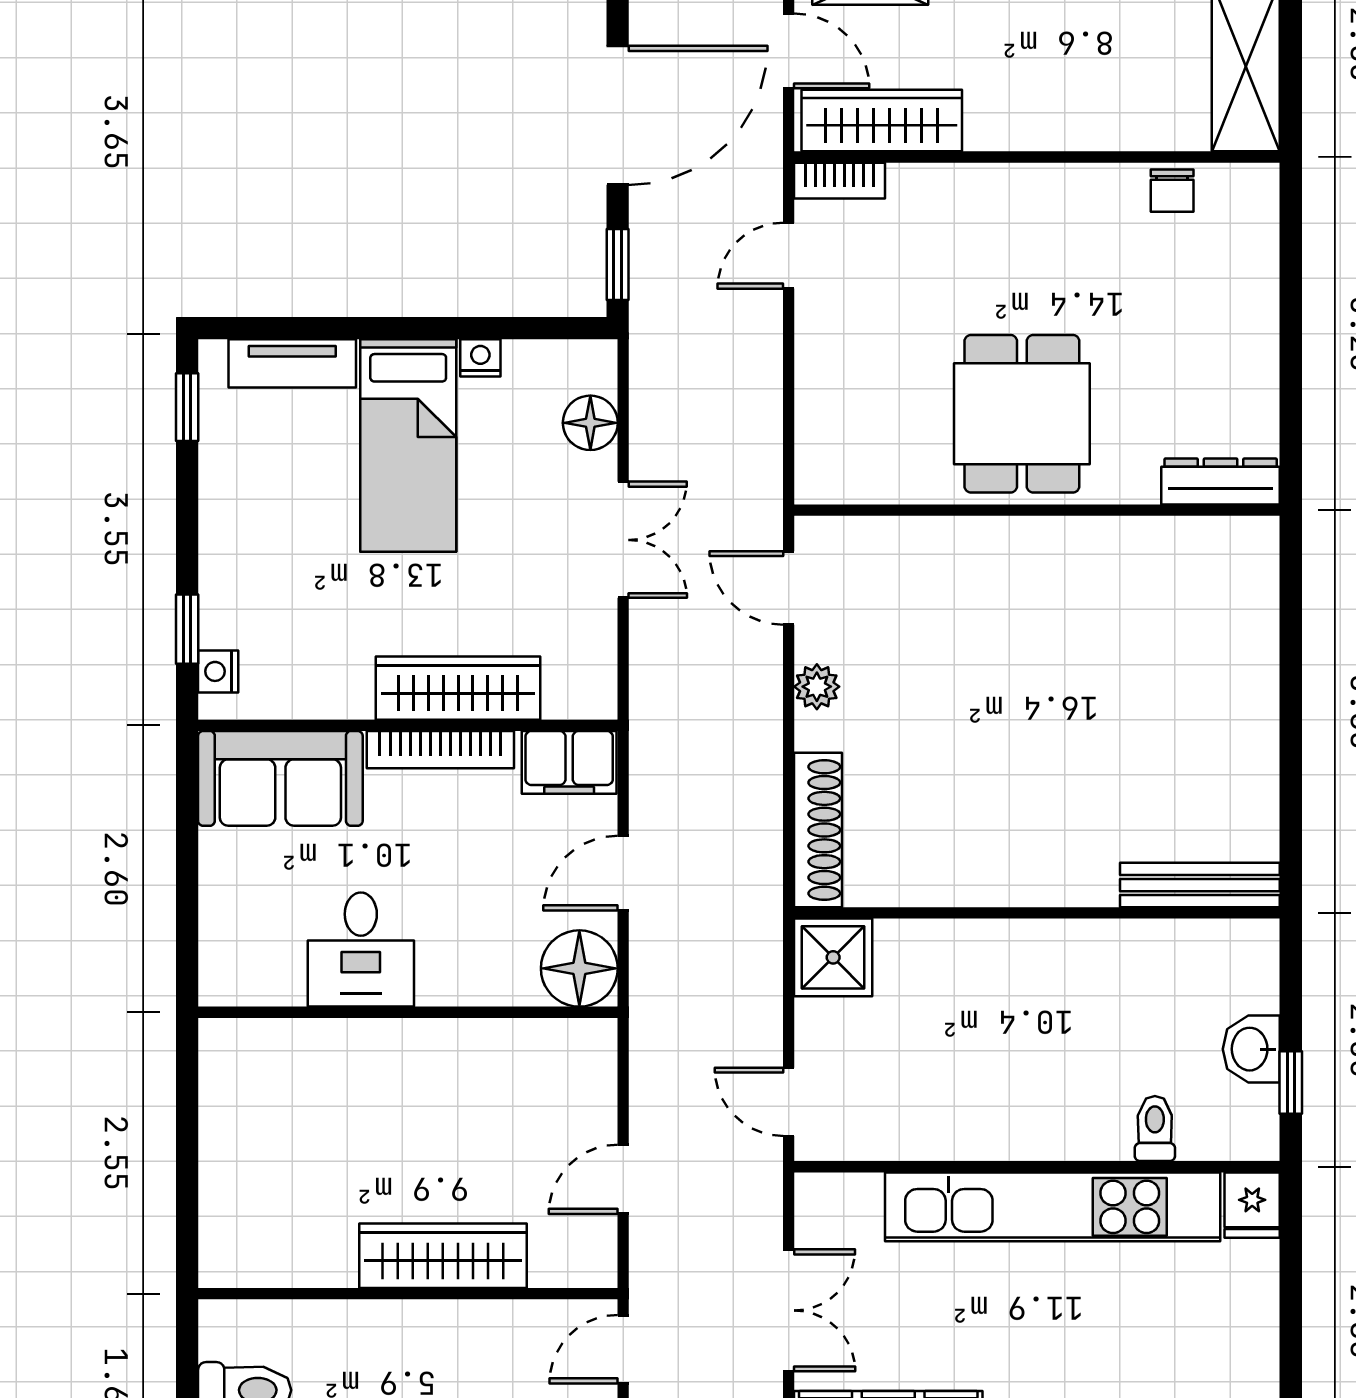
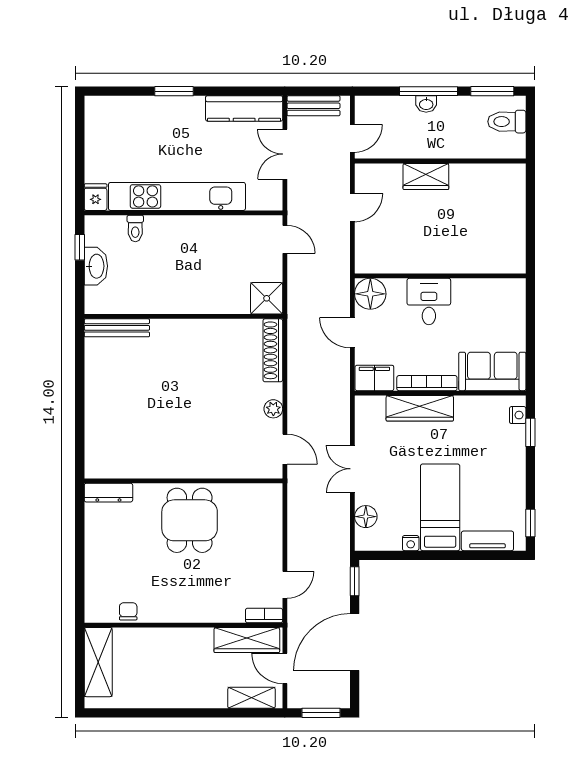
door: (623, 873) -> (352, 333), swing flipped
desk: (361, 950) -> (429, 301), moved
washbasin: (1251, 1049) -> (96, 266), width x1.38
wardrobe: (443, 1256) -> (426, 176), width x0.67

